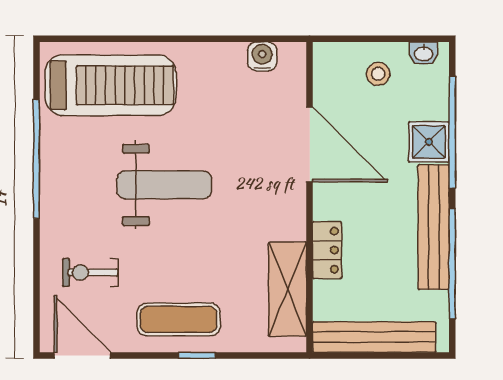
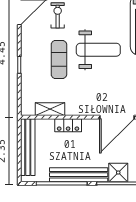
weight bench: (164, 185) -> (98, 50), turned -90
shelving: (288, 289) -> (50, 109), width x0.67, depth x0.75
exercise mat: (179, 319) -> (59, 60), moved

